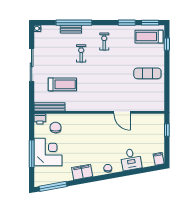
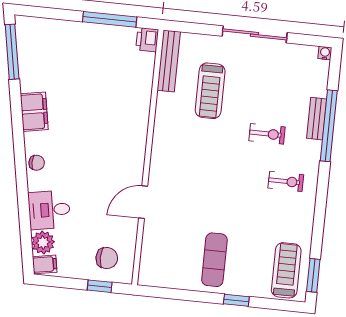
window: (127, 23) -> (318, 229), removed
window: (167, 44) -> (236, 300), moved
chair: (56, 127) -> (107, 258), moved
corner desk: (48, 152) -> (80, 49), removed
window: (32, 154) -> (110, 19), moved
plant: (148, 161) -> (43, 242), added

